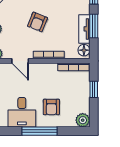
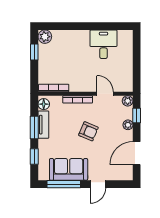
armchair: (37, 22) -> (88, 131), turned 91
window: (94, 89) -> (34, 52), moved
armchair: (51, 107) -> (75, 49), removed
window: (39, 131) -> (87, 26), removed

